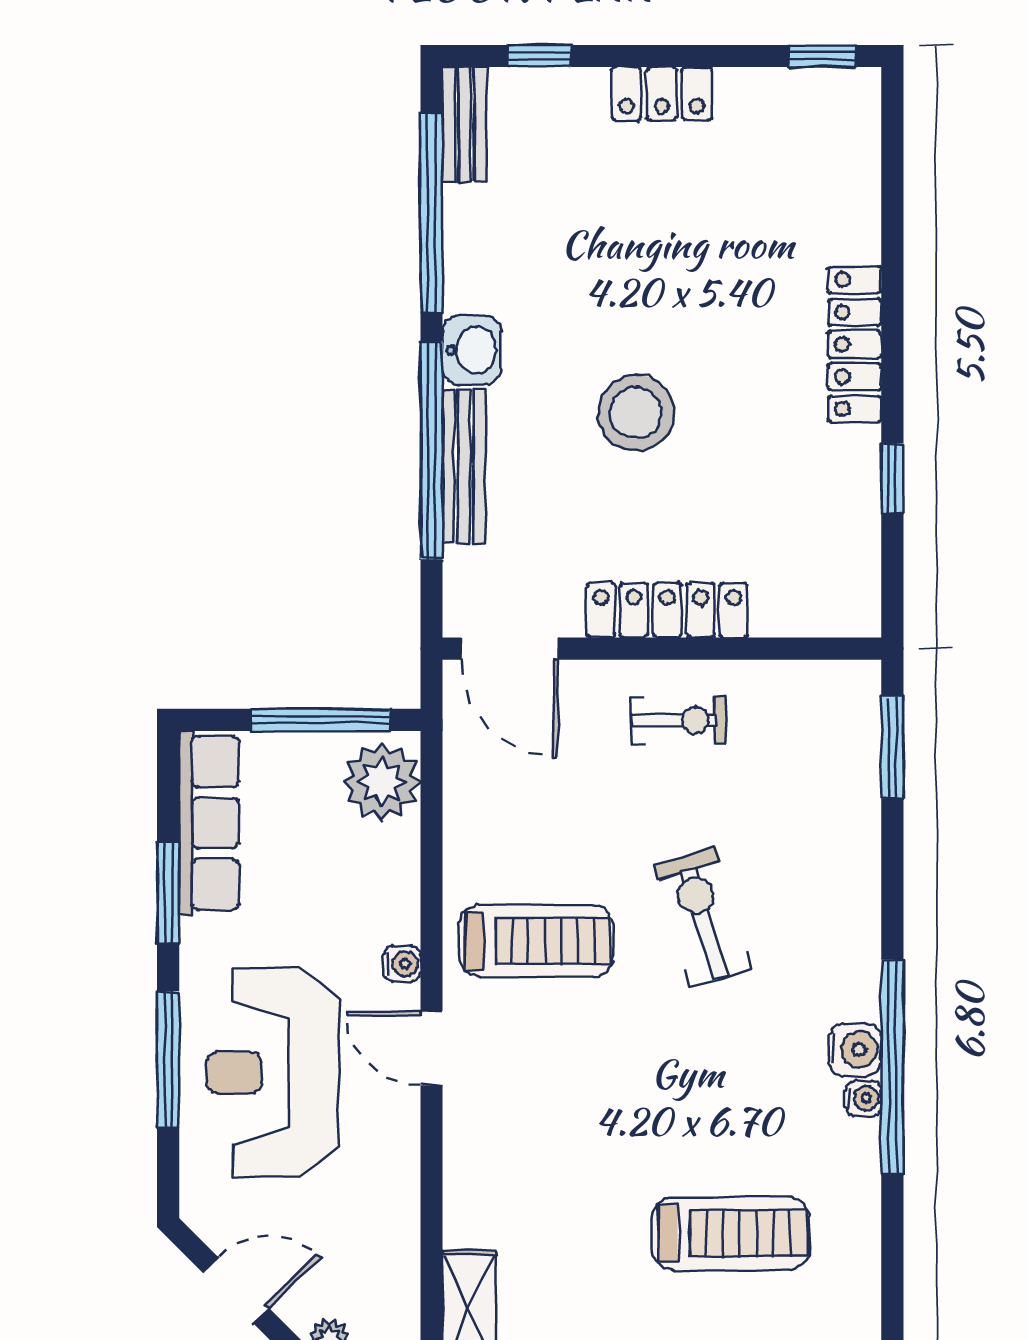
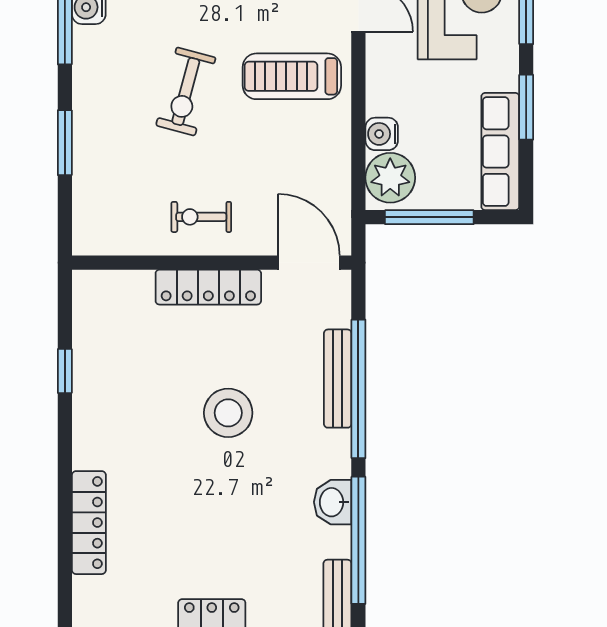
locker: (855, 344) -> (89, 523), moved
washbasin: (472, 350) -> (333, 502), moved
window: (892, 747) -> (65, 143), moved
exercise bike: (702, 917) -> (186, 92), turned 32
water cooler: (402, 964) -> (382, 134), moved, width x1.38, depth x1.38

